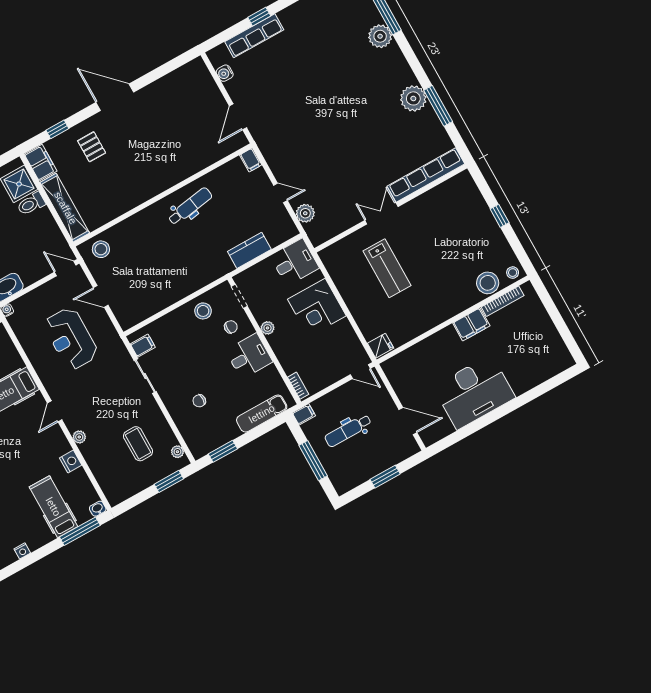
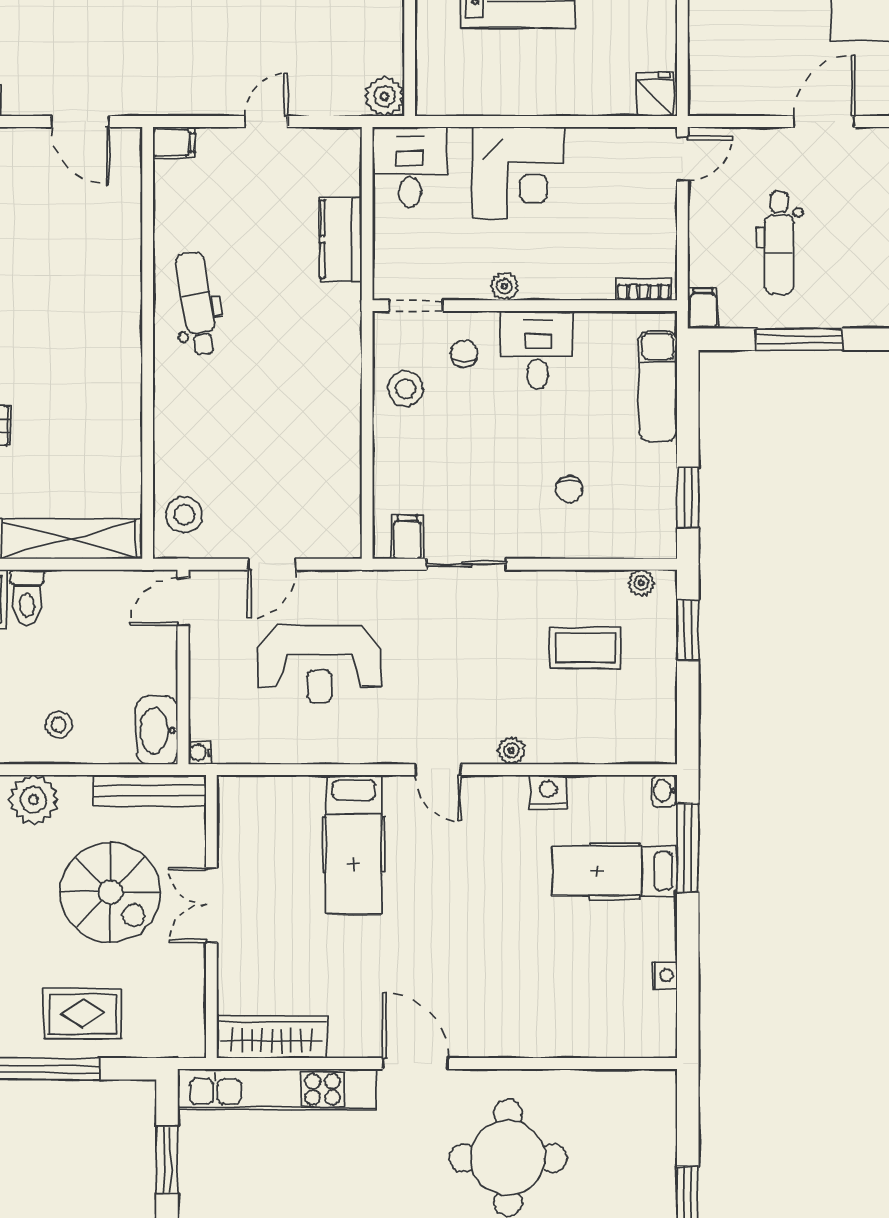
plant: (305, 213) -> (385, 96), moved

